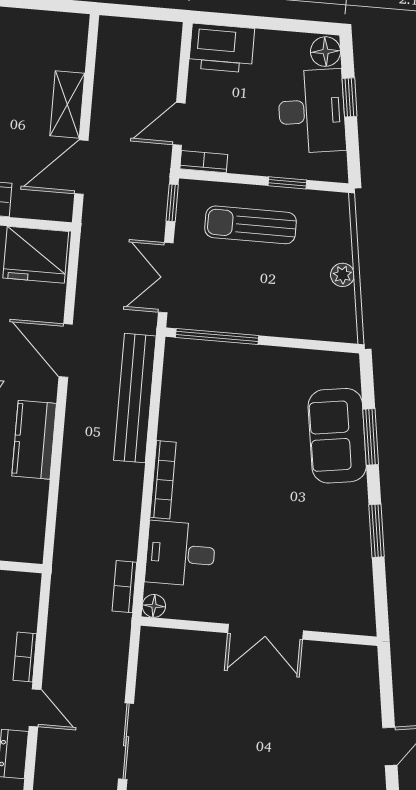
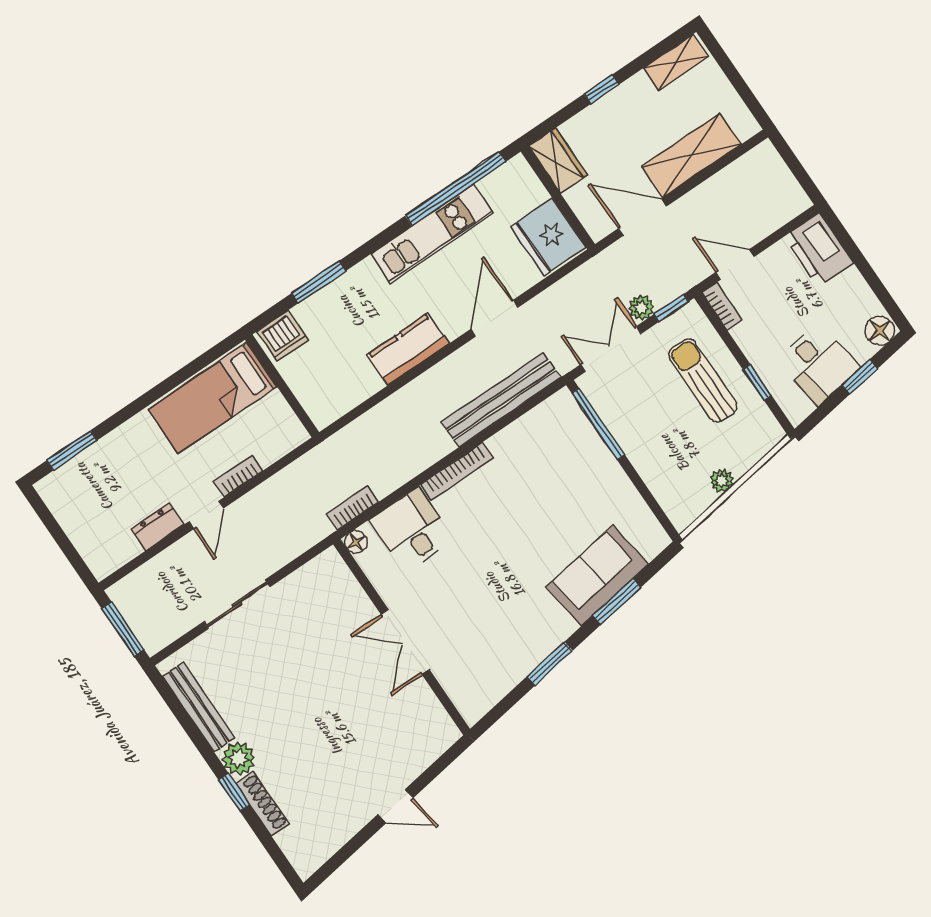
shelving: (67, 105) -> (691, 155), width x1.50, depth x1.33
desk: (312, 111) -> (818, 364), width x0.73
plant: (152, 227) -> (641, 308), added

